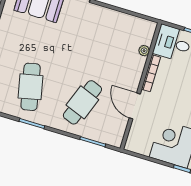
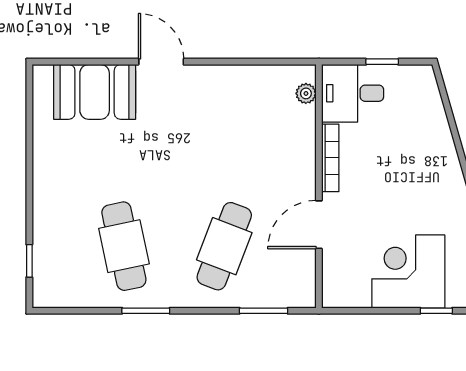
plant: (144, 51) -> (306, 93), moved
door: (135, 106) -> (319, 225), hinge flipped

